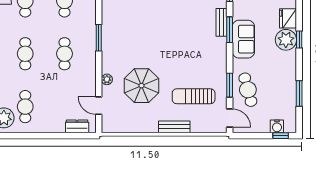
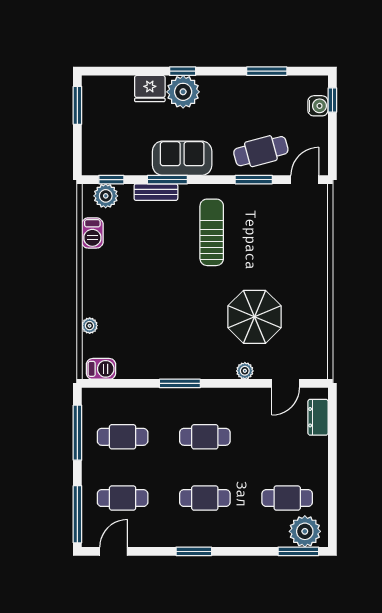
sun lounger: (194, 96) -> (212, 232), moved, turned 180
bench: (174, 127) -> (319, 266), removed

